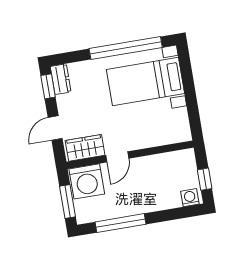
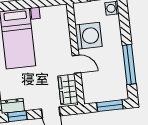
washing machine: (87, 181) -> (89, 36), moved

